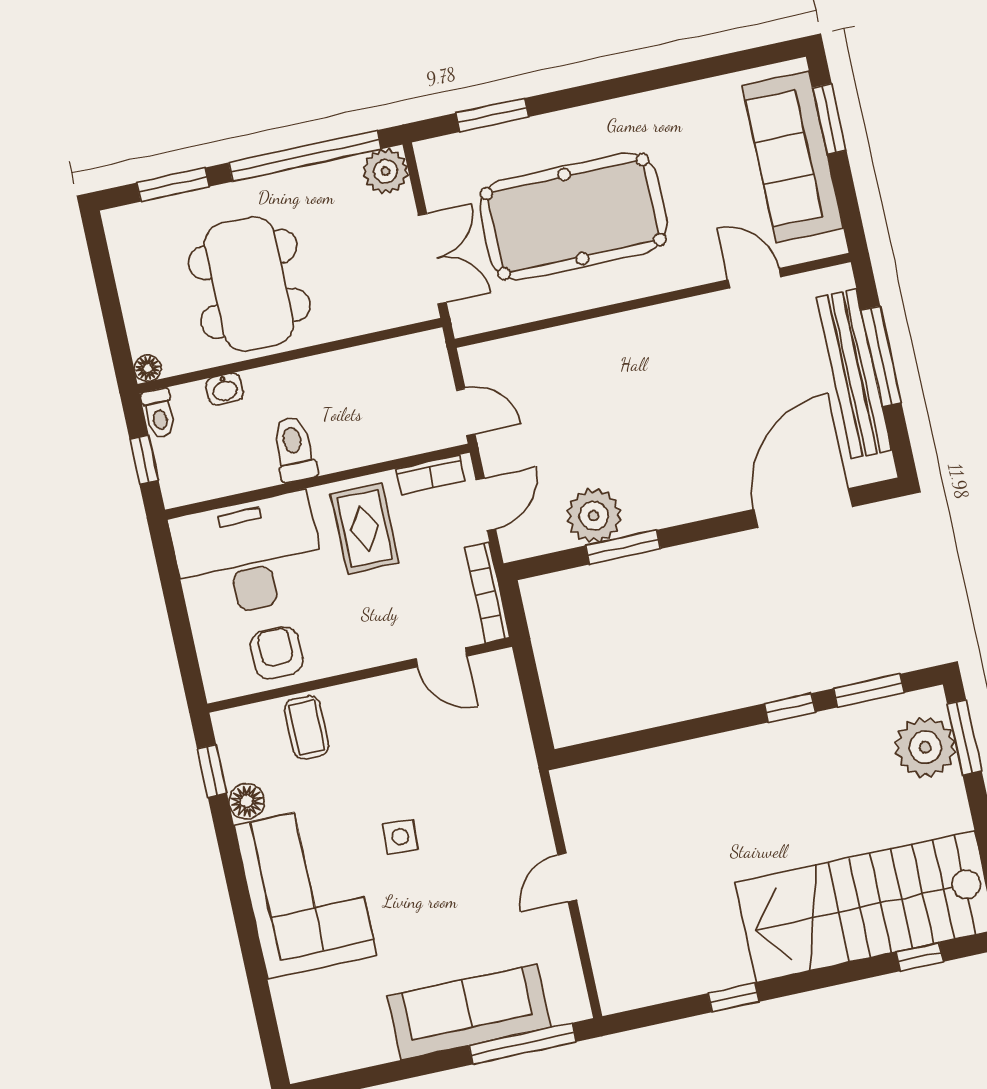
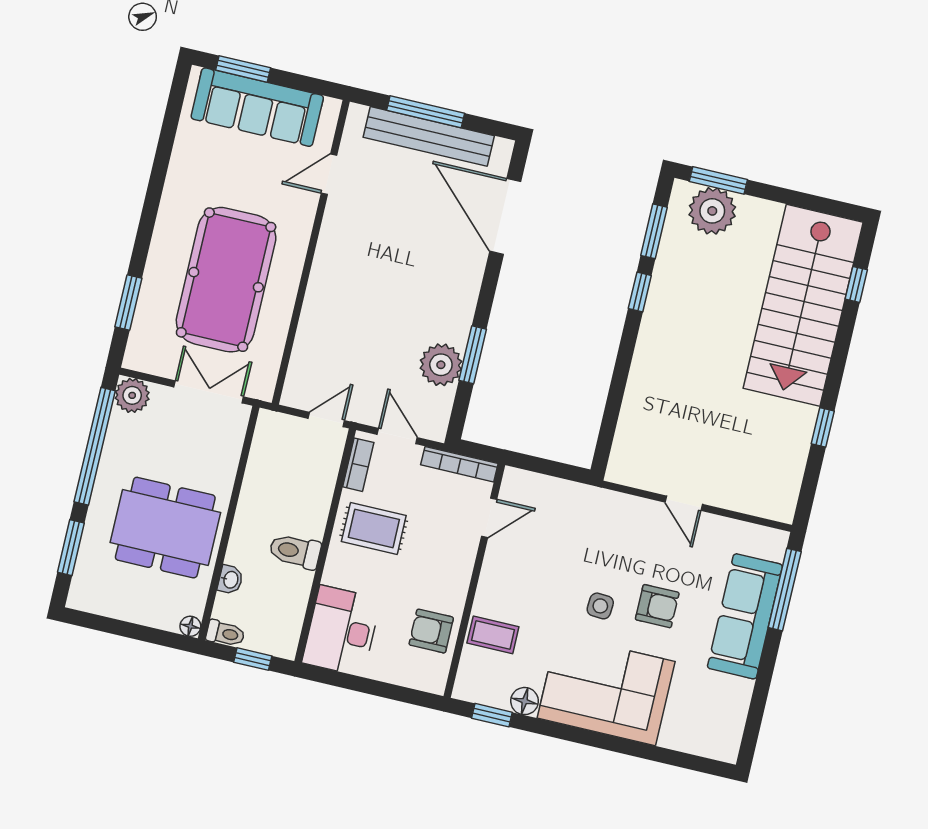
desk: (248, 556) -> (342, 631), width x0.73, depth x0.77
armchair: (432, 903) -> (657, 606), added

